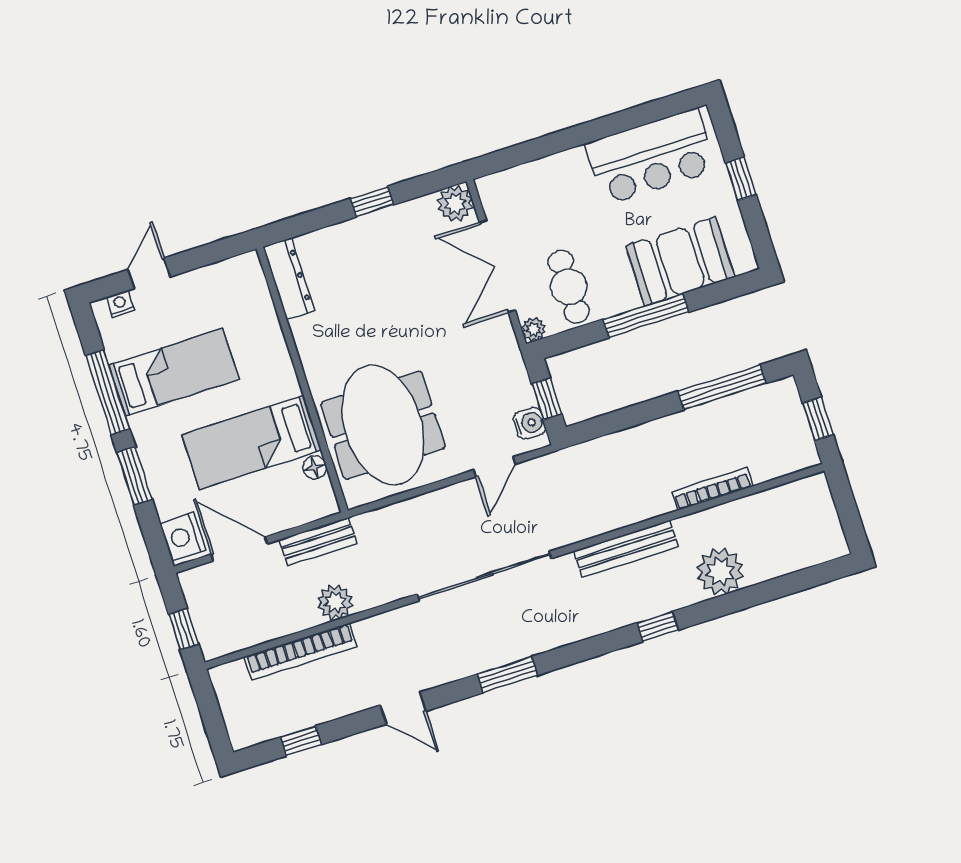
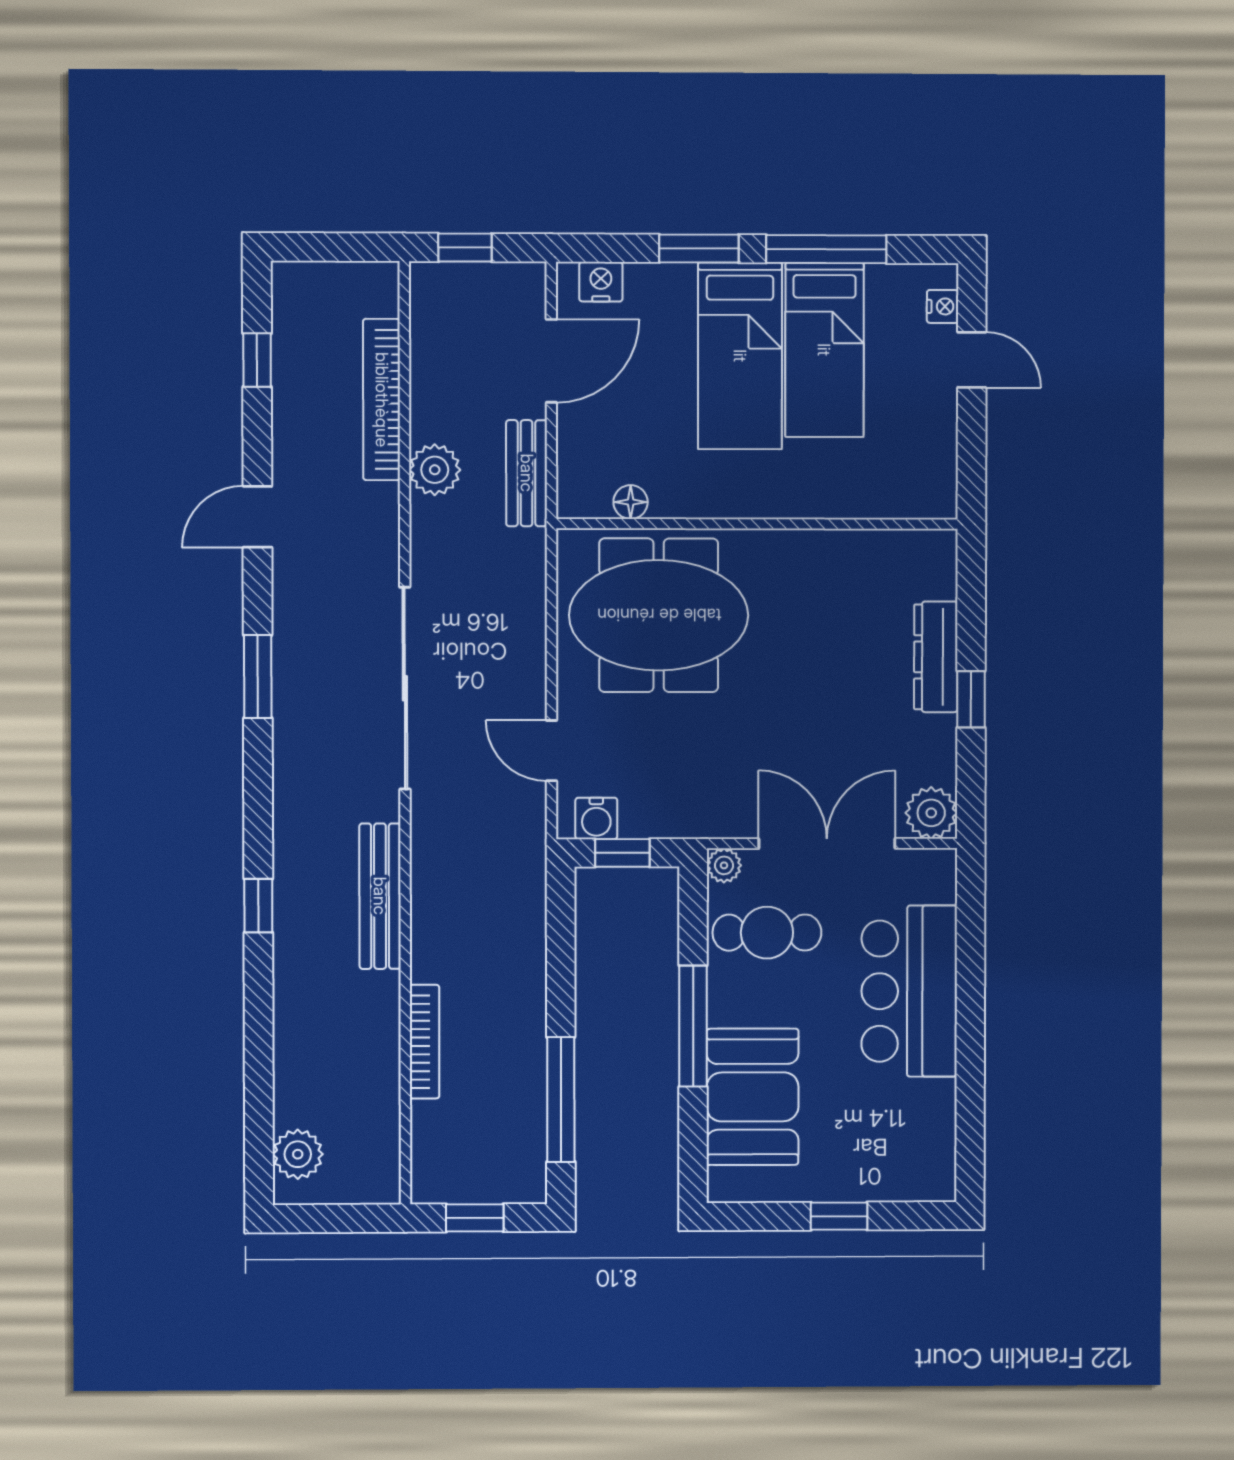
bar counter: (651, 157) -> (909, 991), moved
dresser: (289, 279) -> (936, 657), moved, turned 90
bed: (252, 442) -> (740, 356), moved, turned 180
nightstand: (183, 537) -> (601, 282), width x0.74, depth x0.75
plant: (720, 572) -> (298, 1154), moved, width x0.73, depth x0.73

